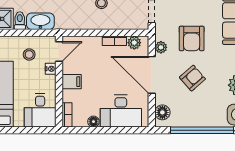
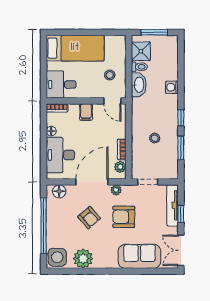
nightstand: (51, 69) -> (97, 94), removed

